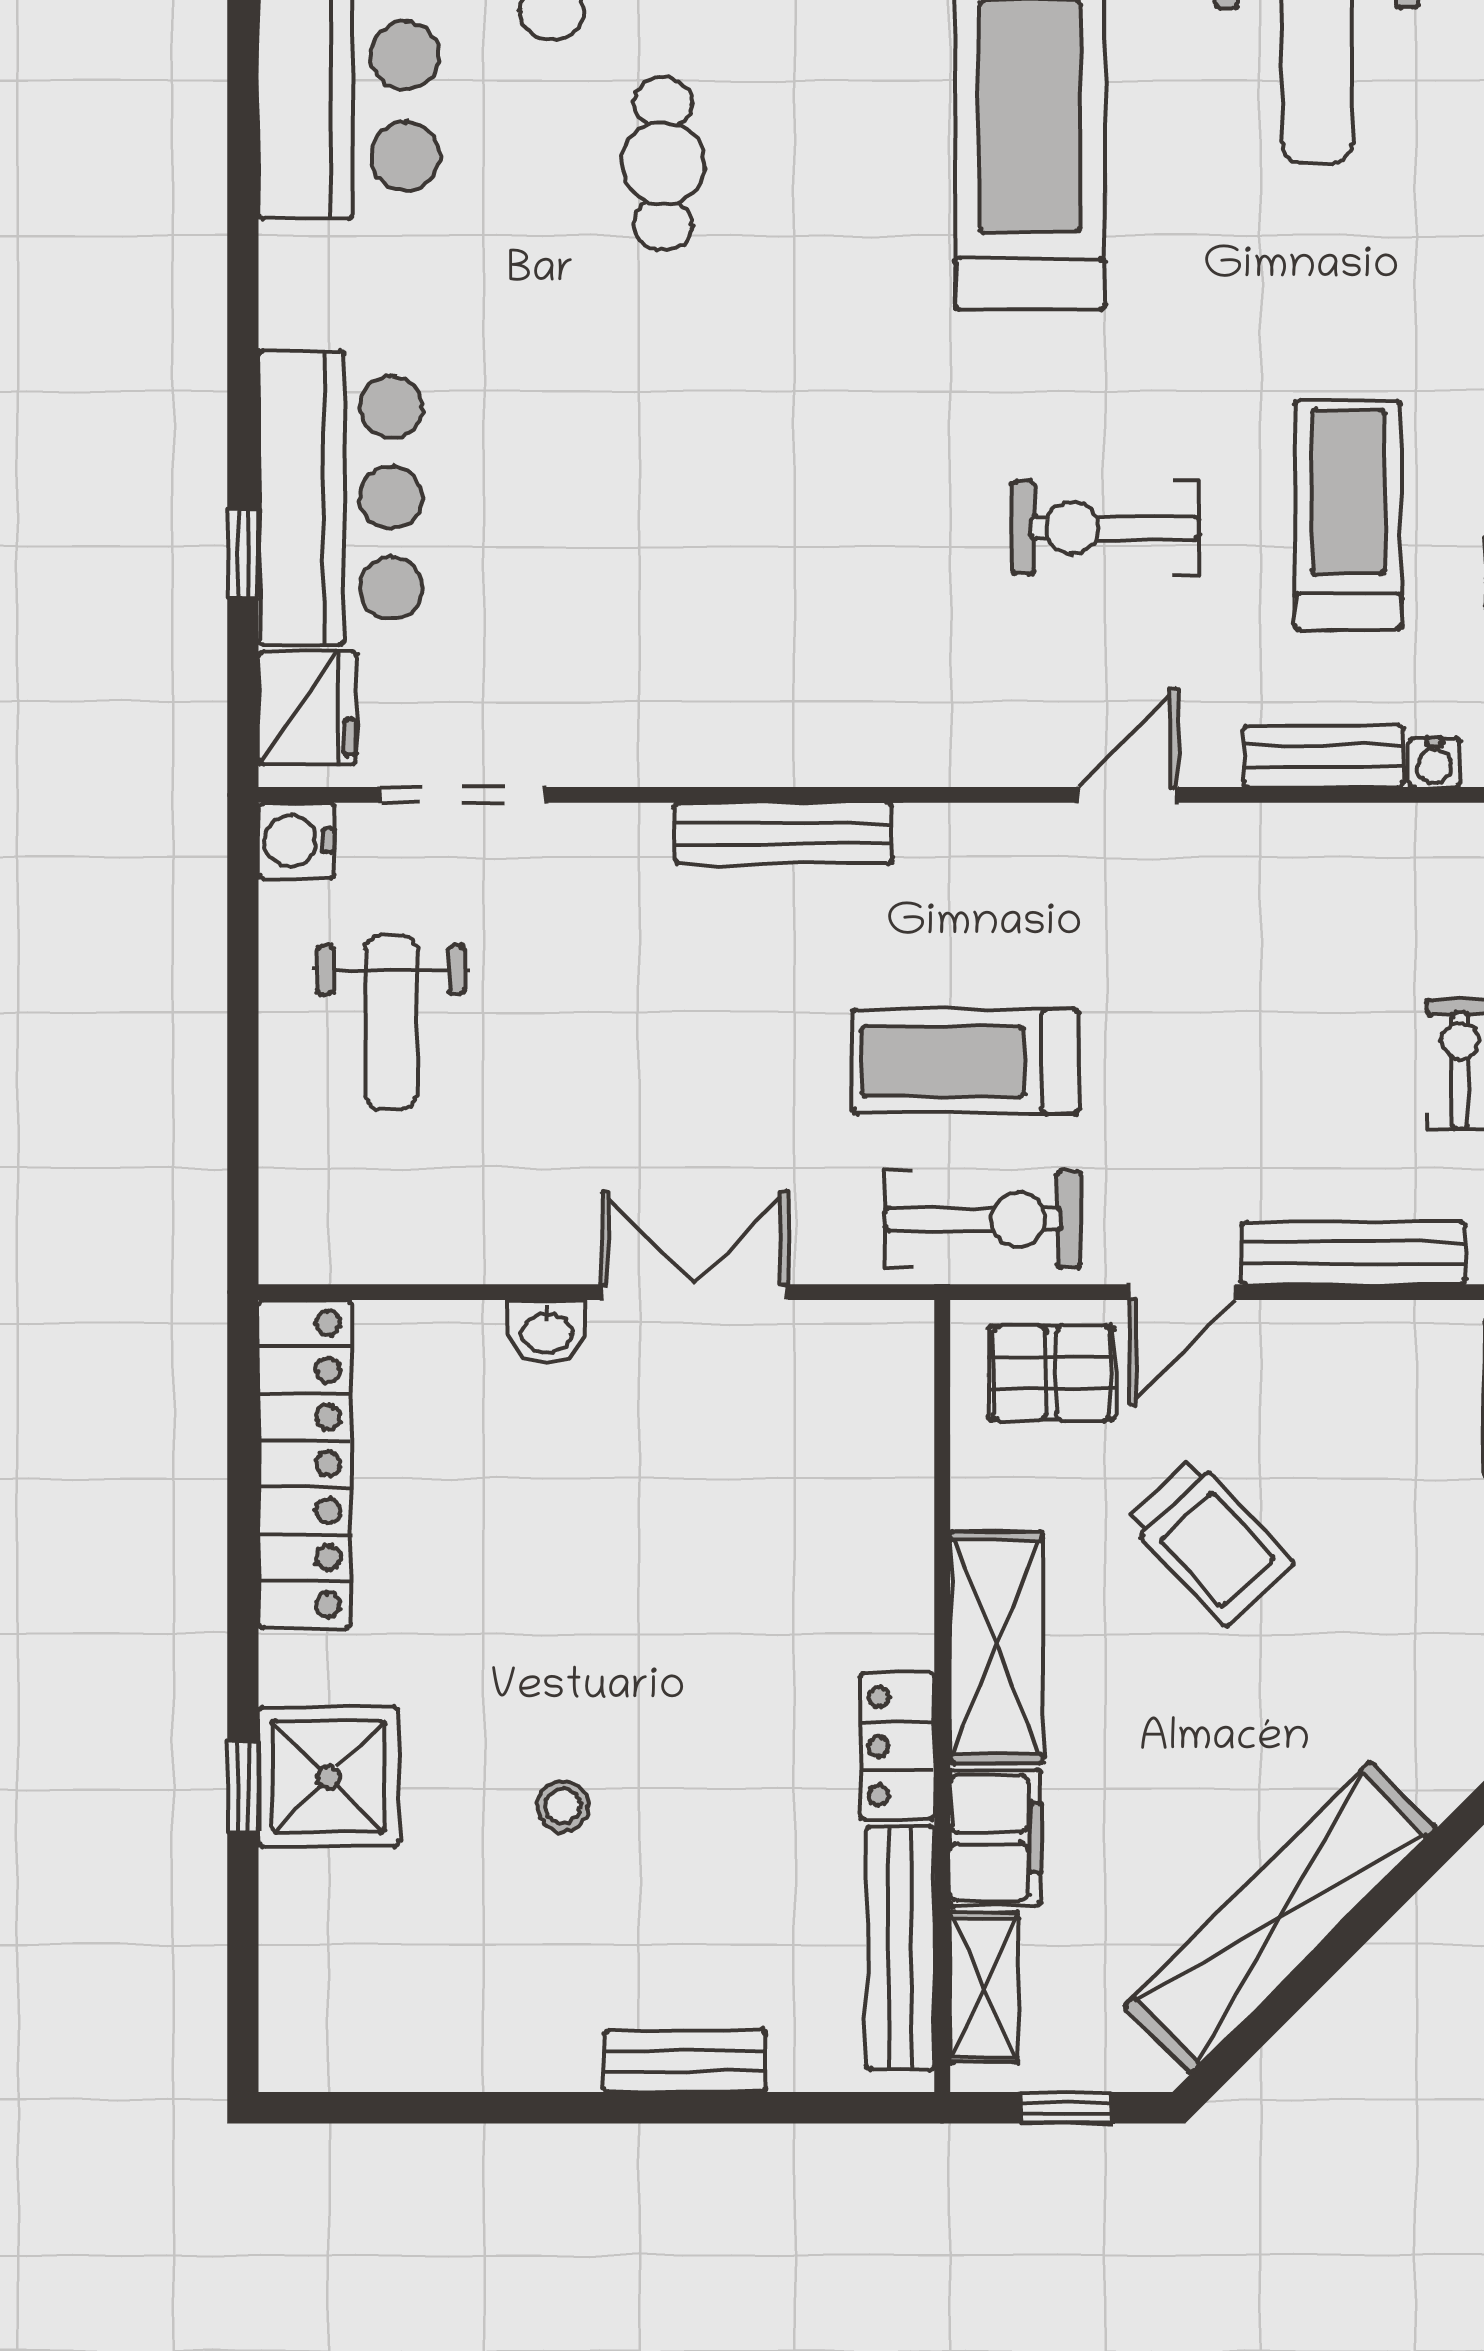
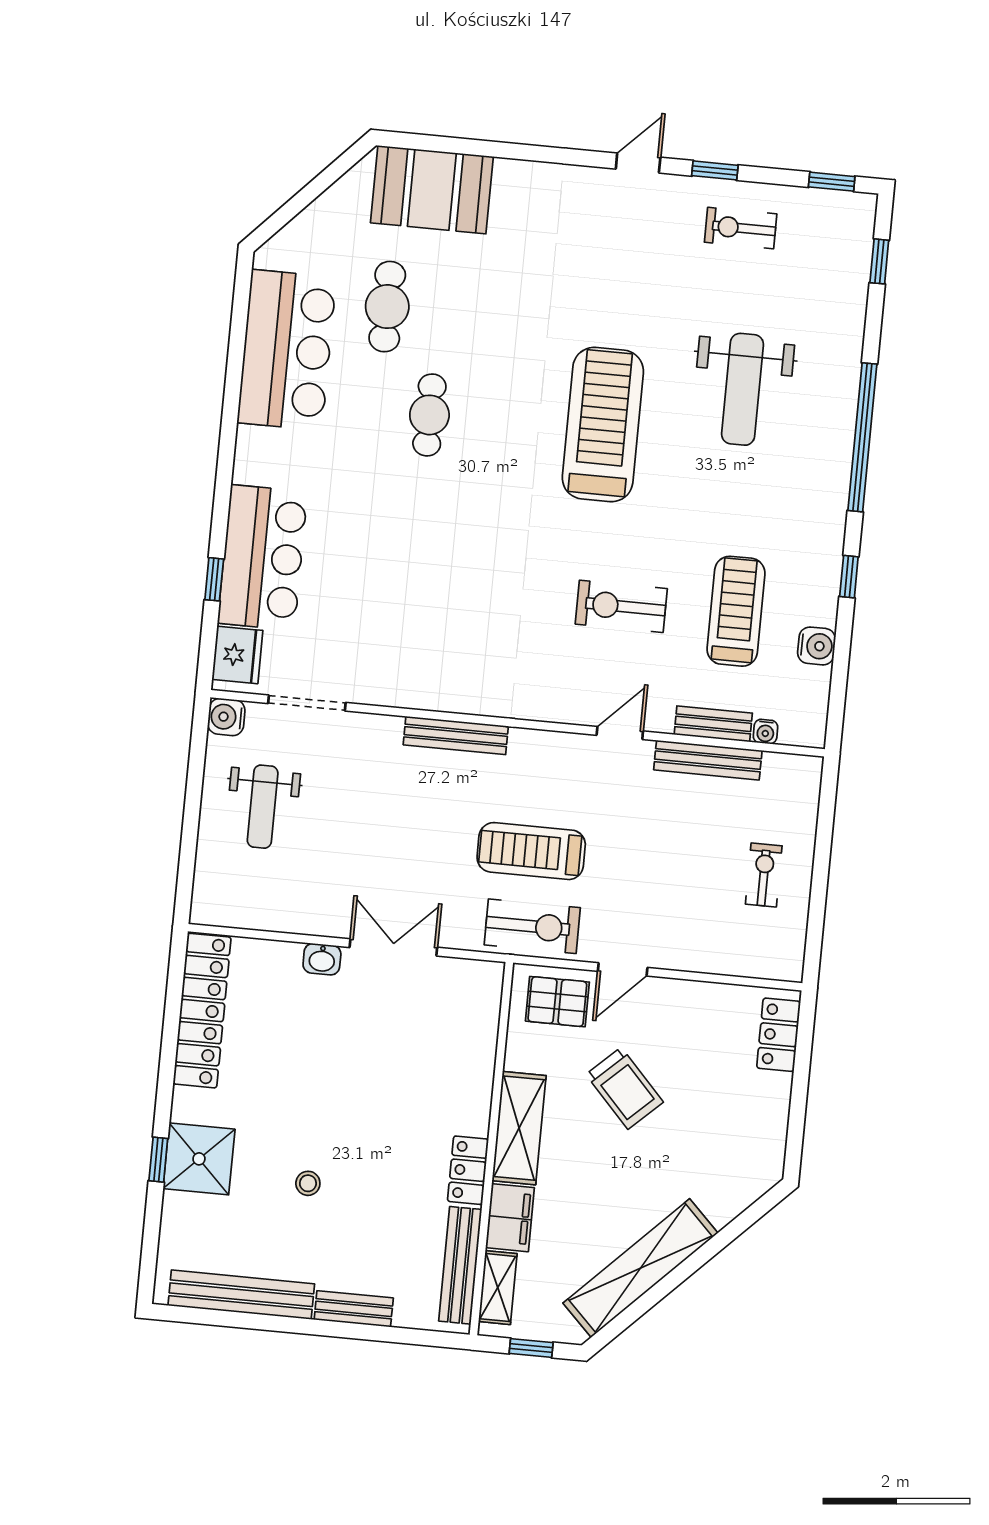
bench: (1354, 1253) -> (708, 760), moved
bench: (445, 2054) -> (241, 1295), added

